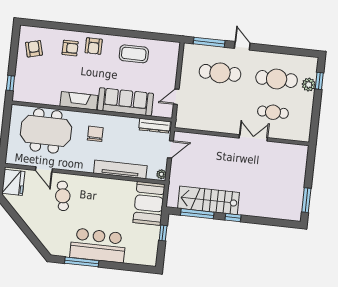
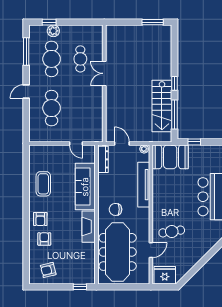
window: (209, 42) -> (26, 51), moved
armchair: (94, 46) -> (40, 219), turned 90
meeting table: (46, 131) -> (118, 252), width x1.36

